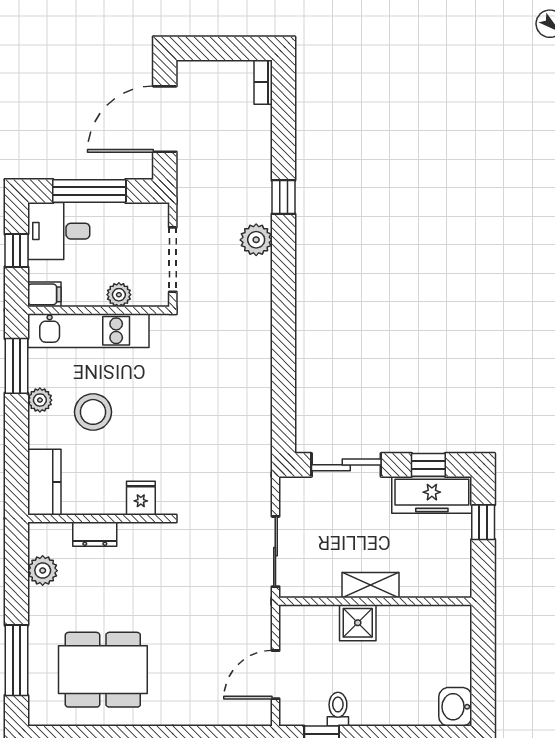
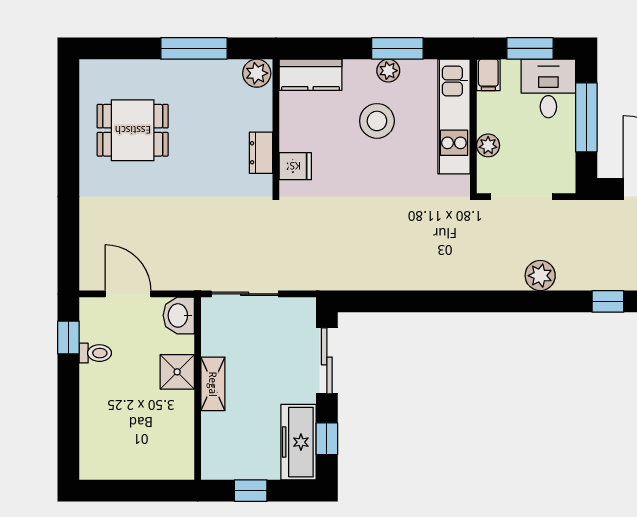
window: (283, 197) -> (608, 301), moved
window: (16, 251) -> (530, 48), width x1.50
window: (16, 366) -> (397, 48), moved
window: (483, 522) -> (251, 491), moved
dresser: (95, 534) -> (261, 153), moved
plant: (43, 571) -> (257, 73), moved
window: (16, 660) -> (194, 48), moved
dining table: (103, 670) -> (133, 130), width x0.73
washbasin: (455, 707) -> (179, 315), moved, turned -90

